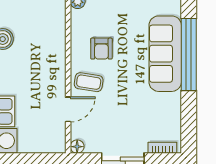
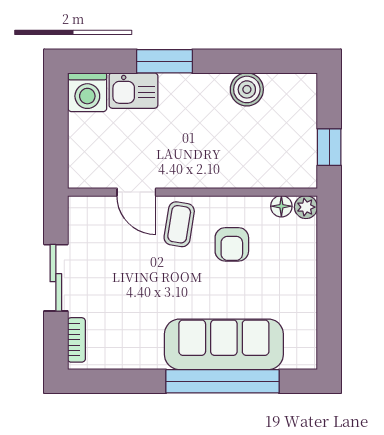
armchair: (101, 49) -> (232, 244), turned -90
floor lamp: (77, 147) -> (281, 206), moved

